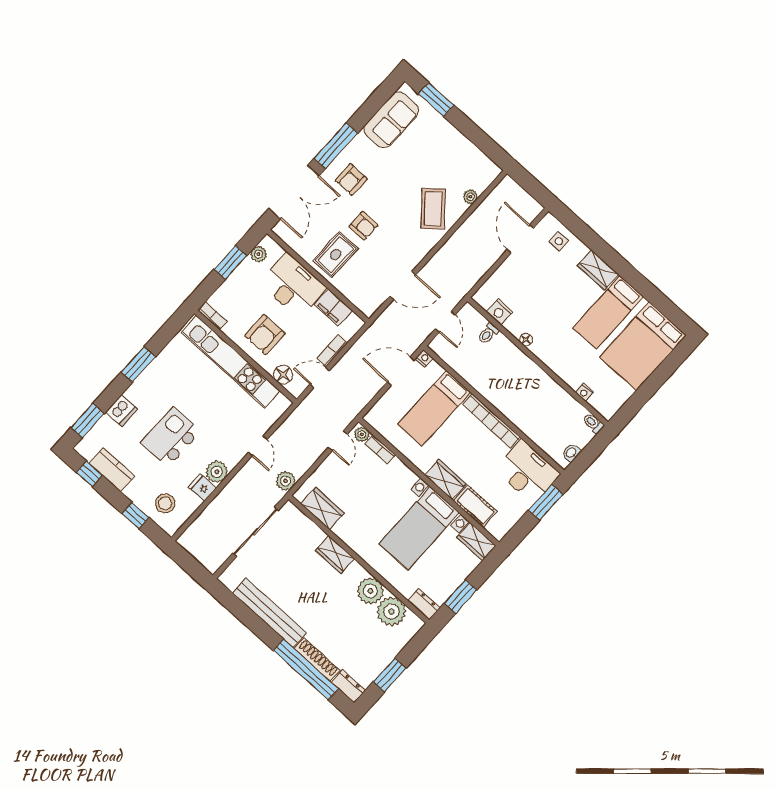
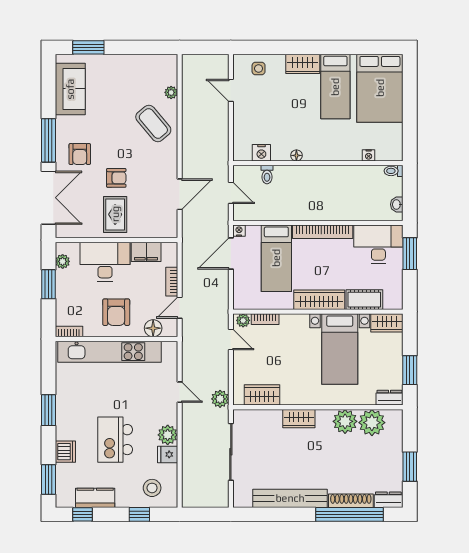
door: (520, 239) -> (231, 90), width x0.73
wardrobe: (446, 480) -> (319, 300), width x1.50

